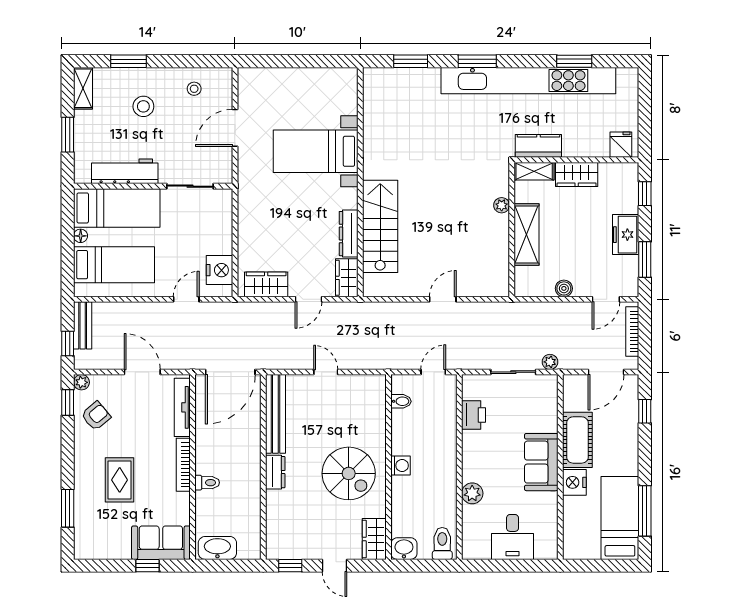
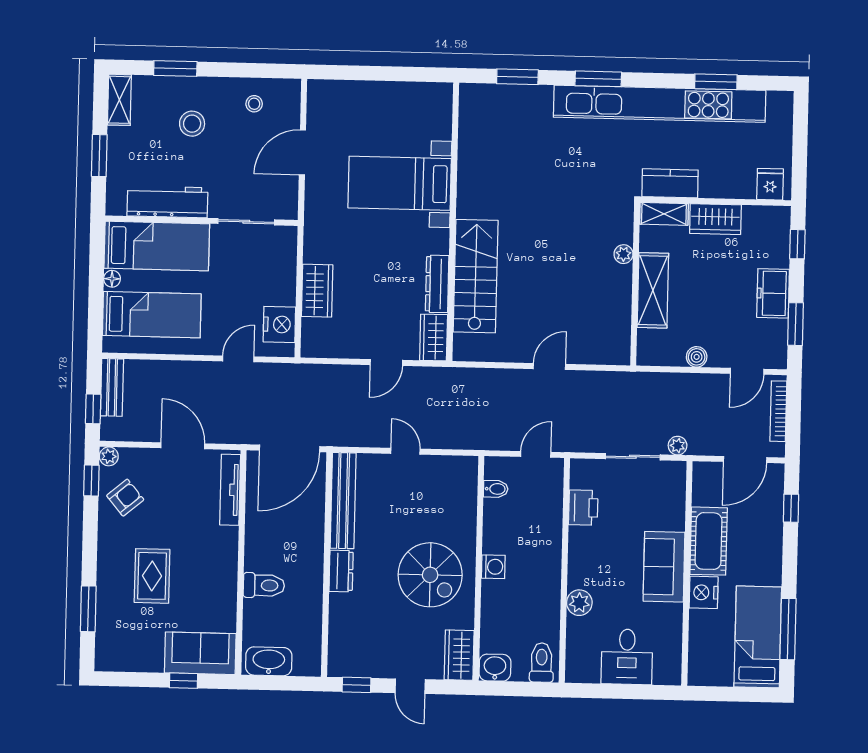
wardrobe: (266, 284) -> (317, 291), moved, turned 90
bookcase: (183, 465) -> (230, 559), removed
toilet: (207, 483) -> (264, 585), width x1.37, depth x1.39

